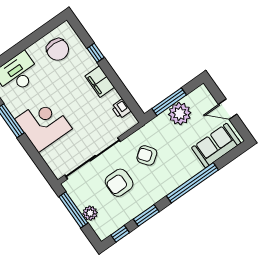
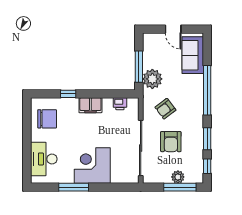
door: (228, 109) -> (173, 29), hinge flipped
plant: (180, 114) -> (152, 79), moved
window: (73, 210) -> (180, 187), moved

